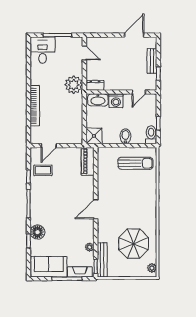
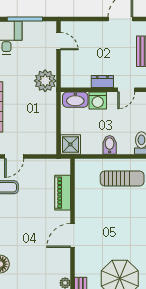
dresser: (95, 85) -> (102, 82), moved
piano: (88, 161) -> (63, 193), moved

